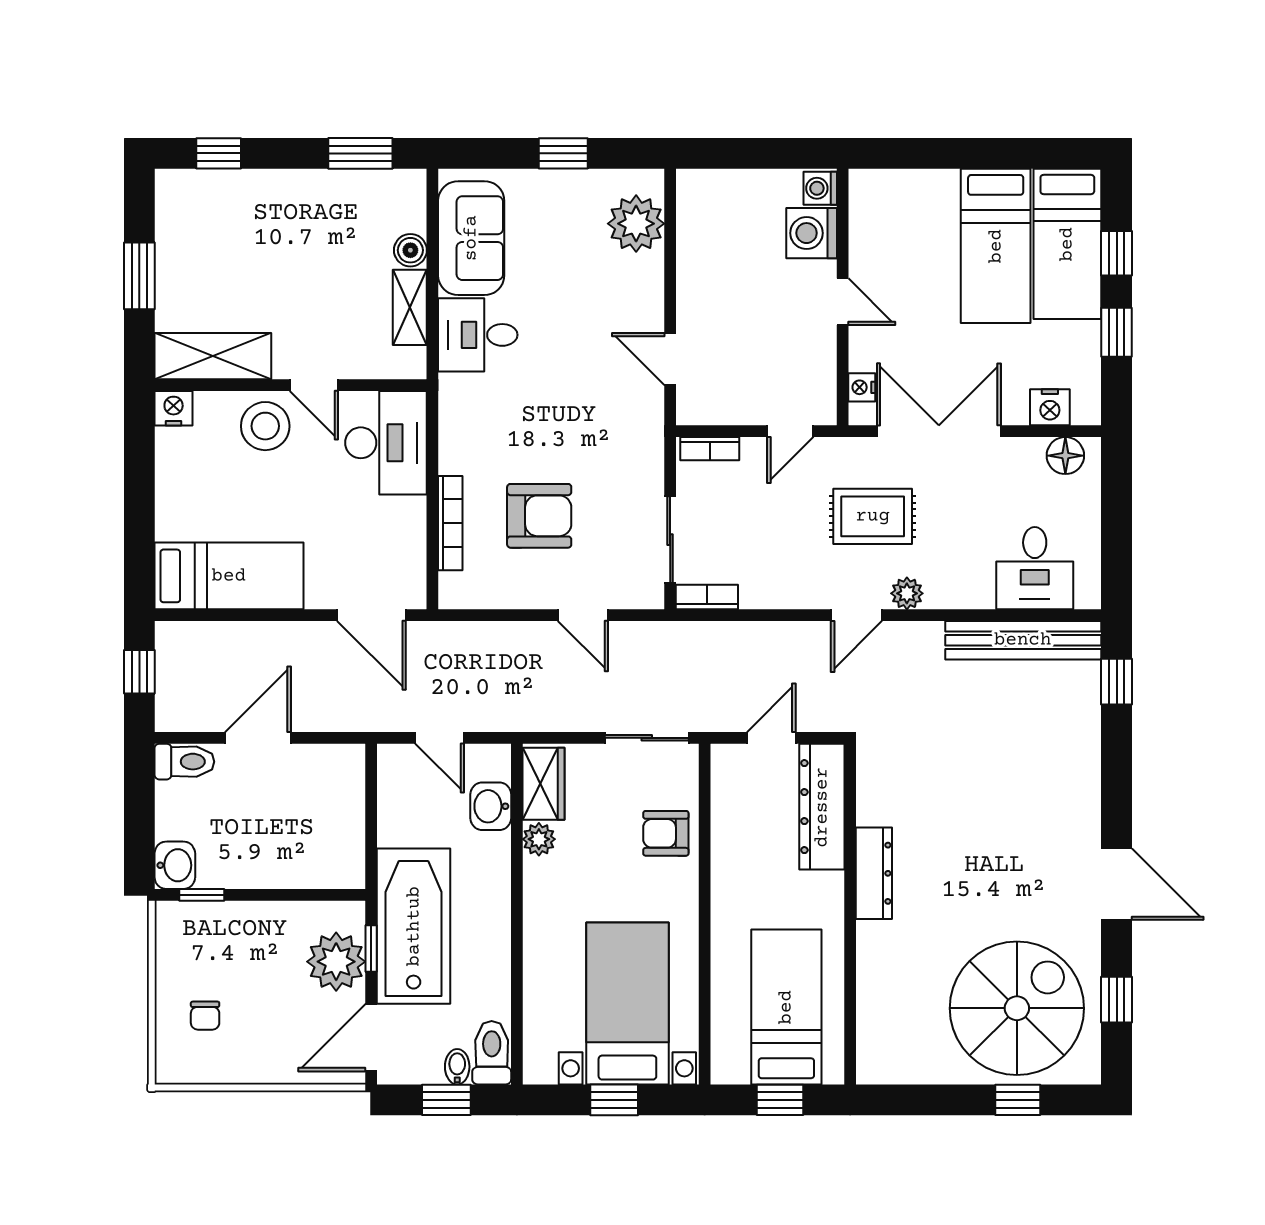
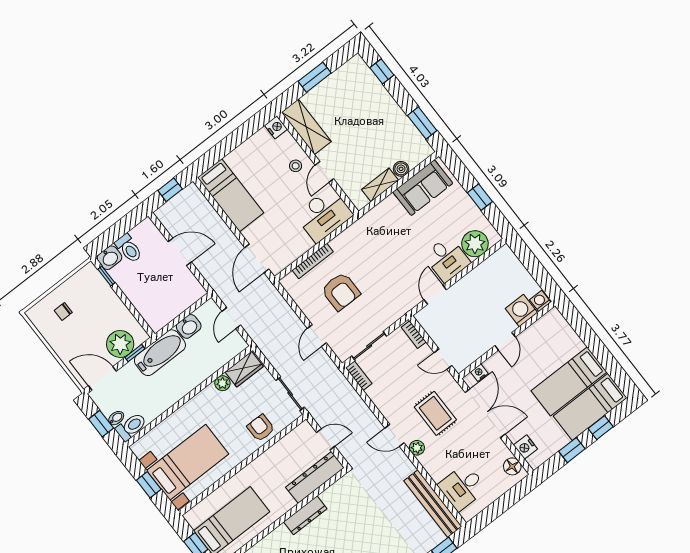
desk: (478, 335) -> (447, 259), moved, turned 180
stool: (265, 426) -> (296, 166), width x0.53, depth x0.53
toilet: (184, 762) -> (129, 248), moved
washbasin: (491, 806) -> (189, 326), moved, turned 180
bathtub: (414, 926) -> (160, 353), width x0.73, depth x0.73

